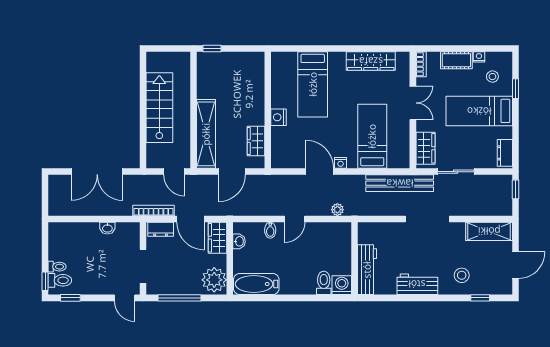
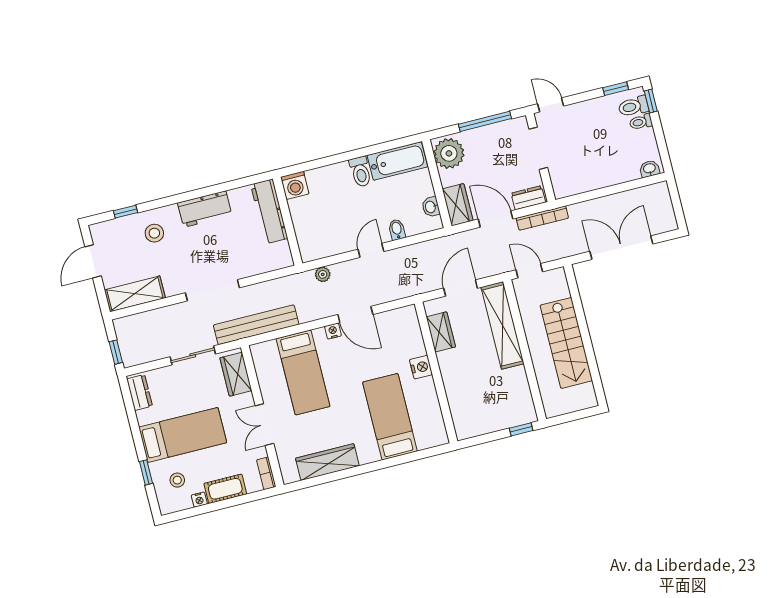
washbasin: (107, 228) -> (649, 169), moved
toilet: (324, 283) -> (360, 172), moved

